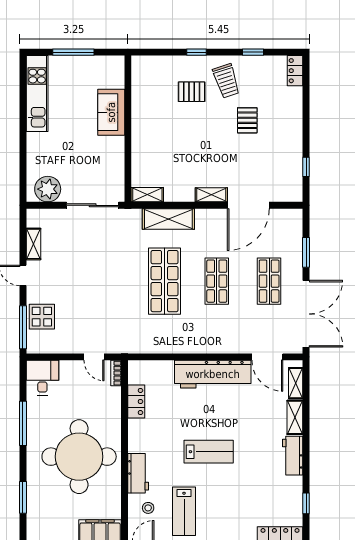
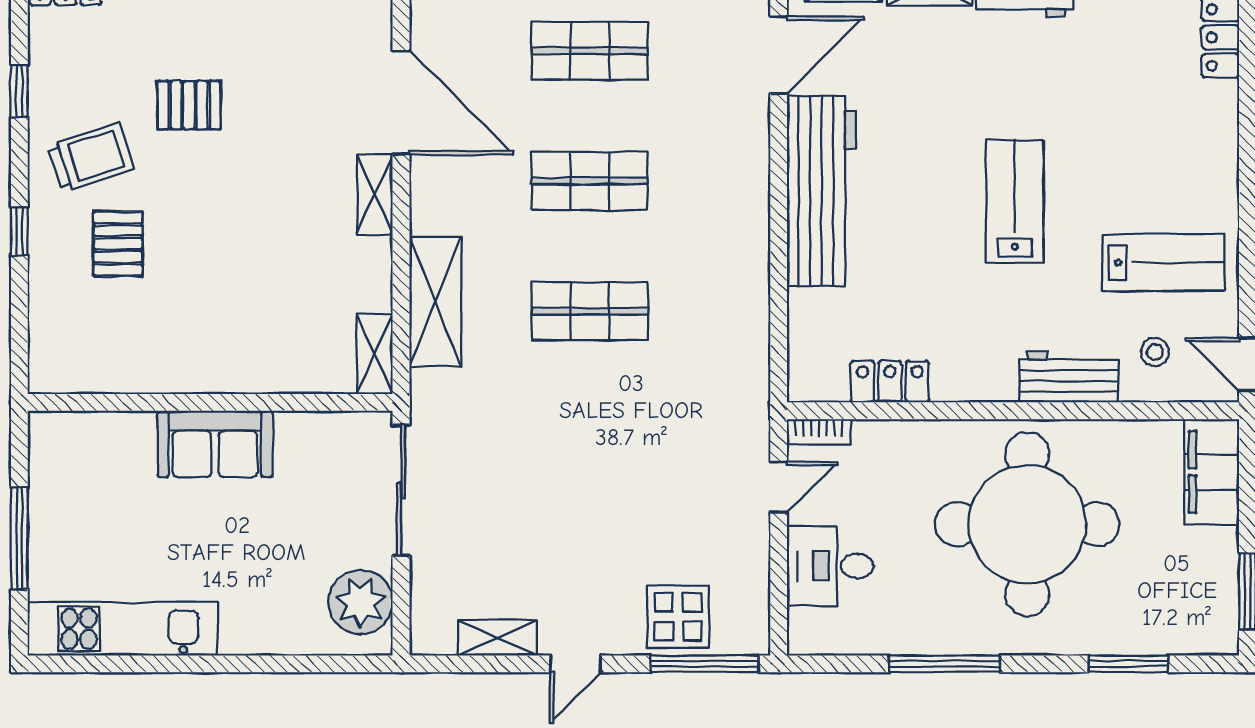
sofa: (111, 112) -> (215, 444), moved
shop shelf: (165, 281) -> (590, 311), width x0.70, depth x0.74
desk: (42, 378) -> (830, 566), moved

